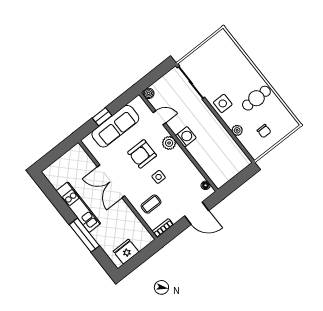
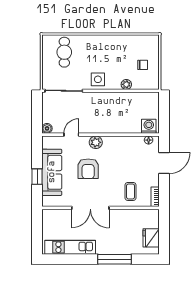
cafe table: (256, 98) -> (64, 52), moved
washing machine: (186, 137) -> (149, 126), moved
side table: (159, 177) -> (115, 170), removed
kitchen unit: (78, 207) -> (70, 247), moved

